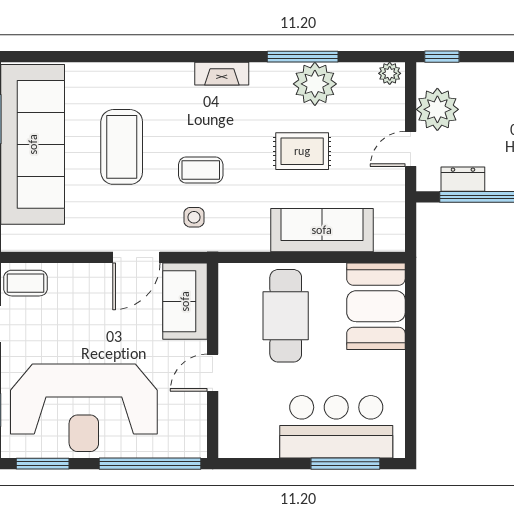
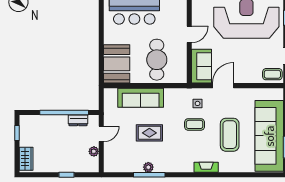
window: (442, 57) -> (67, 175), moved
plant: (390, 73) -> (111, 167), removed
fireplace: (222, 74) -> (206, 167), moved
plant: (315, 84) -> (148, 167), width x0.53, depth x0.53
plant: (437, 109) -> (94, 151), width x0.53, depth x0.53

